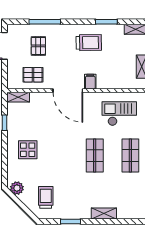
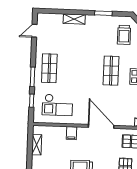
filing cabinet: (90, 82) -> (71, 133), moved
shop shelf: (95, 156) -> (111, 71), moved

